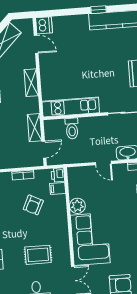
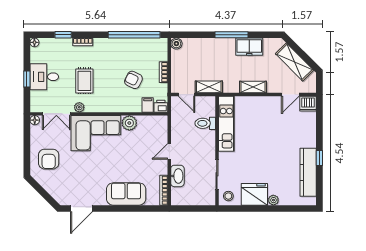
plant: (65, 258) -> (79, 107), added

